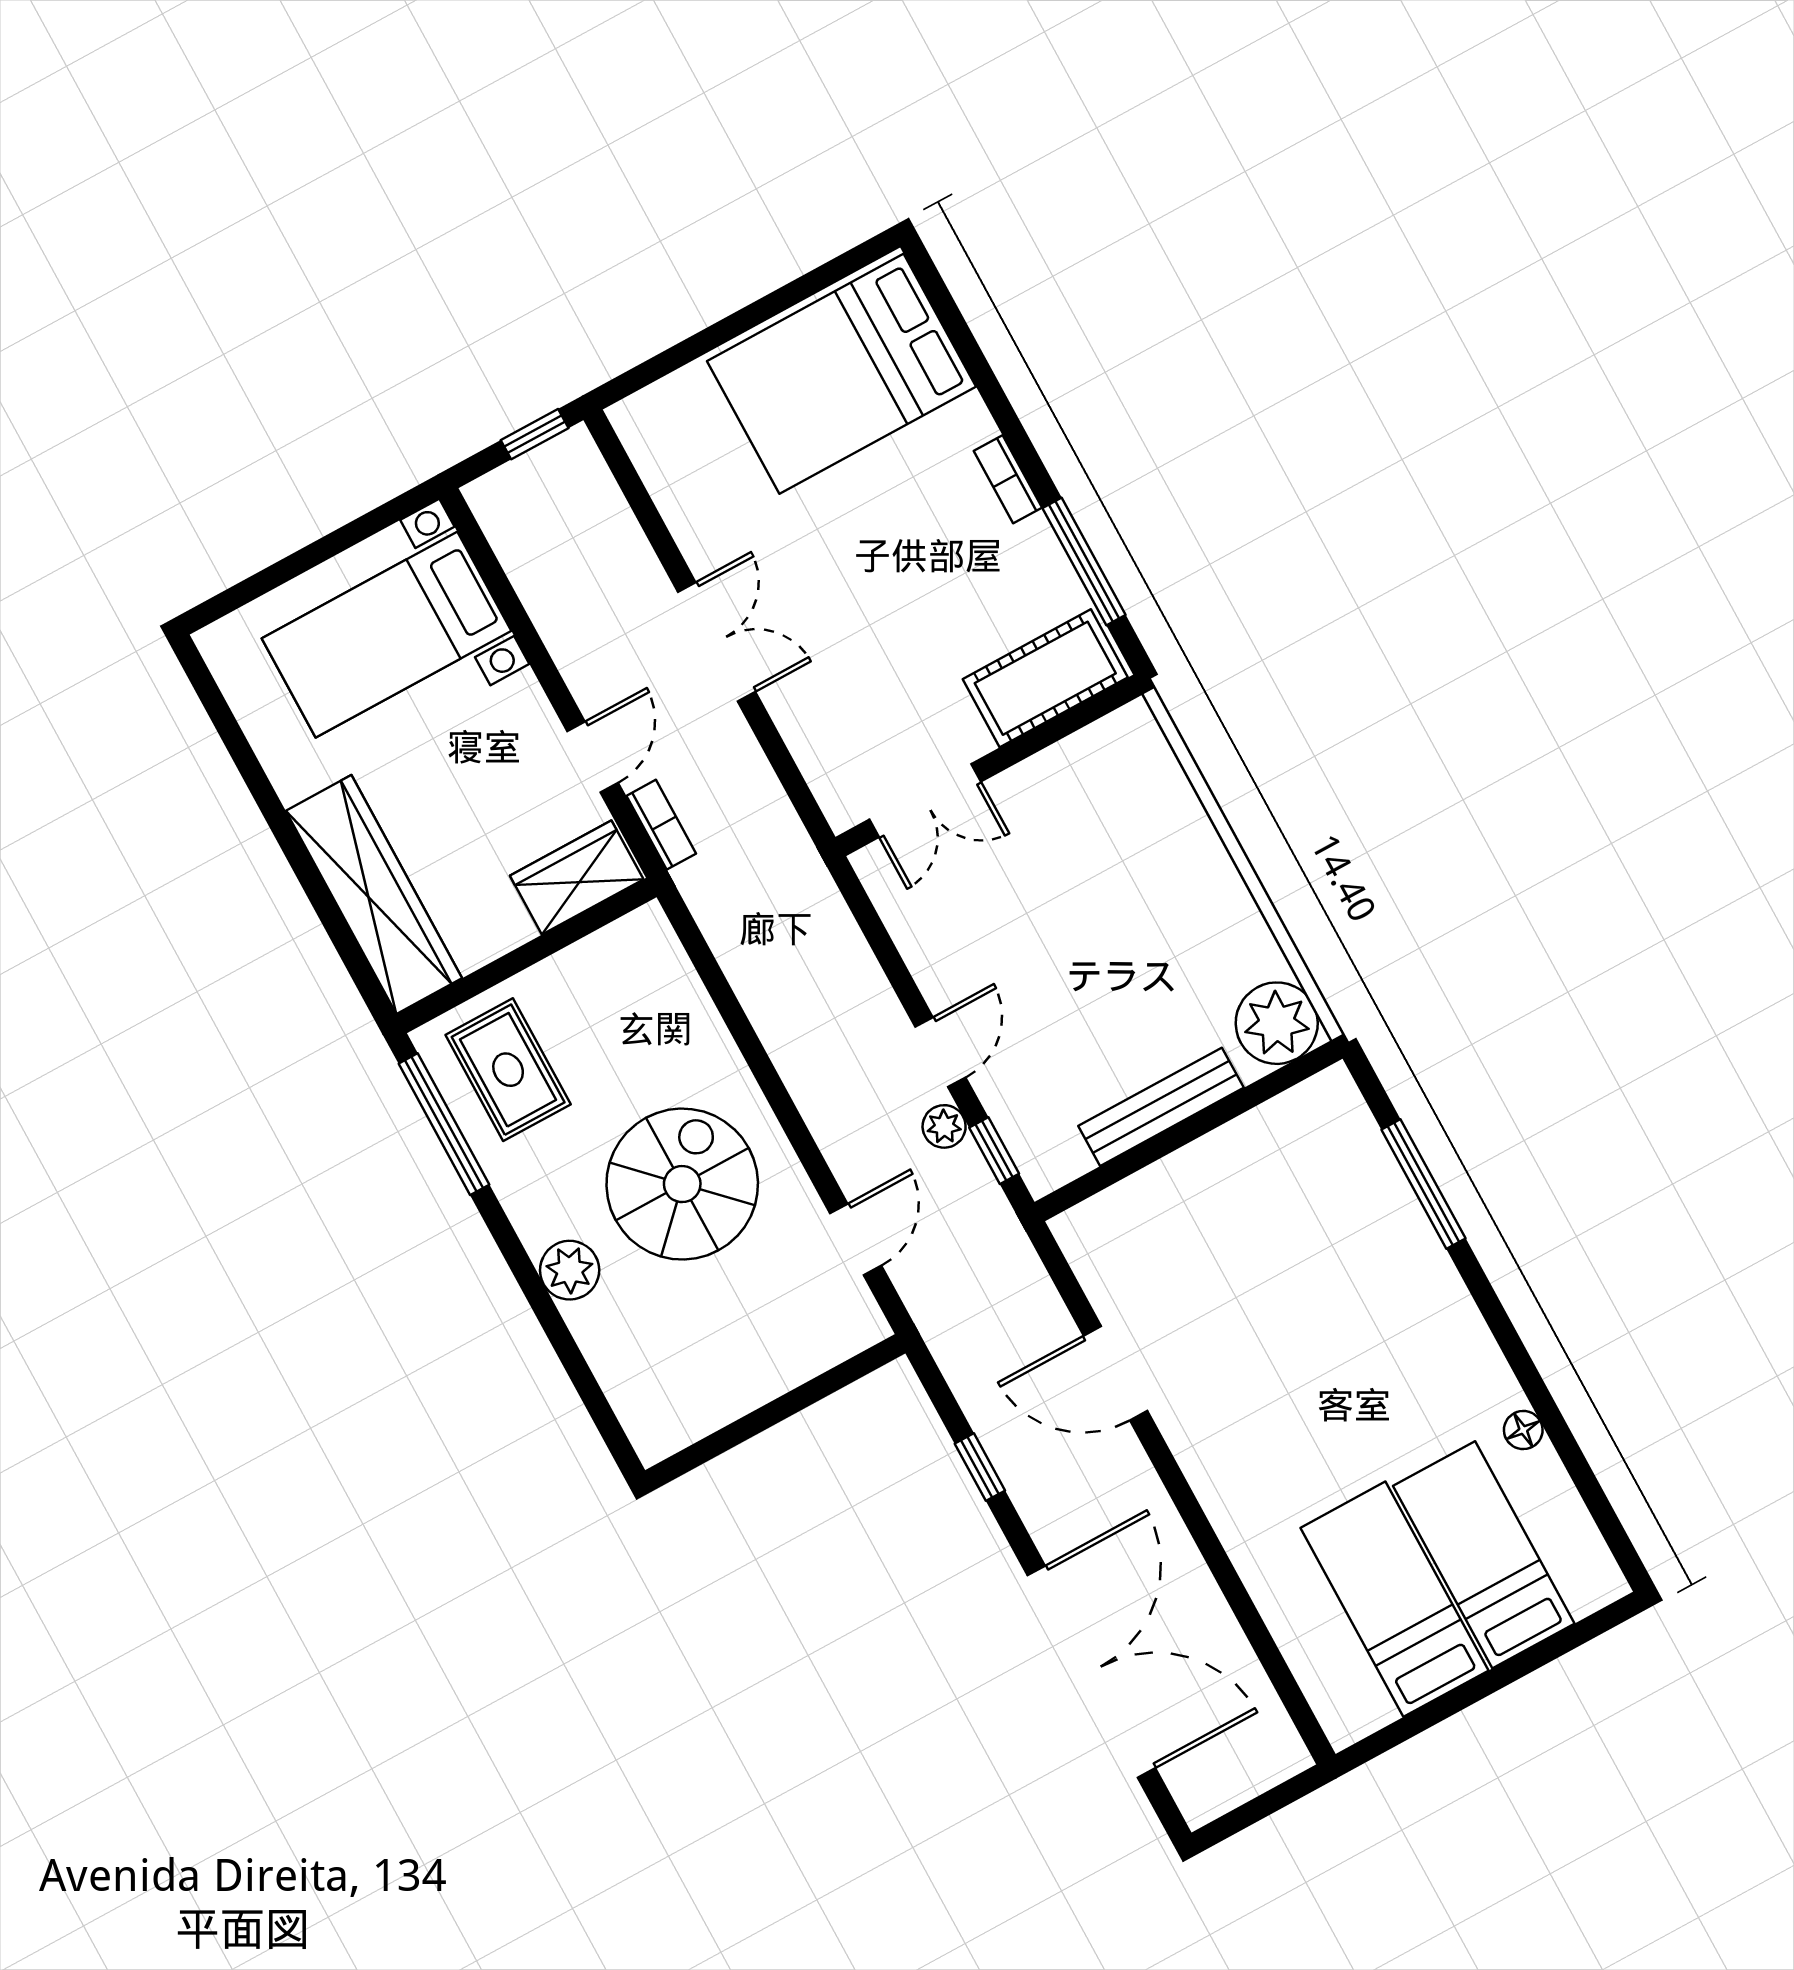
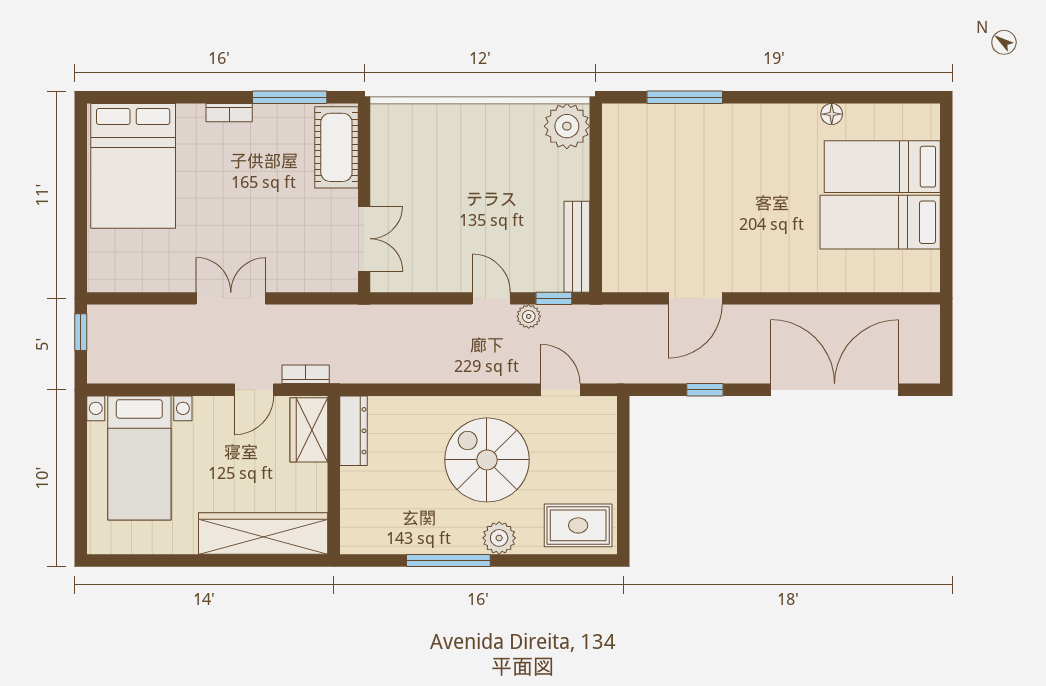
door: (593, 757) -> (254, 390), swing flipped
dresser: (613, 949) -> (353, 431), added
rug: (508, 1070) -> (578, 525), moved
bench: (1161, 1107) -> (577, 247), moved
window: (444, 1124) -> (448, 560), moved

